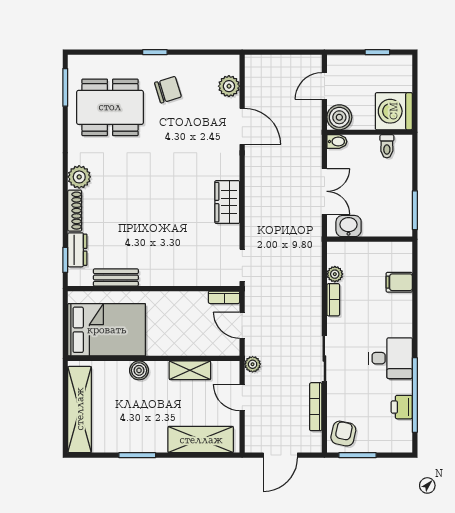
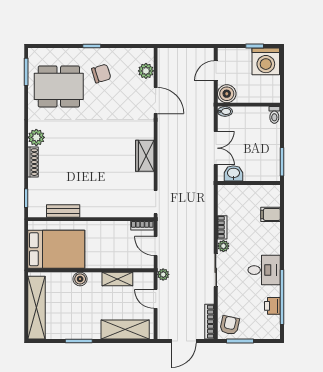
washing machine: (394, 111) -> (266, 61), moved, turned -90
toilet: (387, 146) -> (274, 115), moved
dresser: (77, 250) -> (35, 191), removed
plant: (335, 274) -> (223, 246), moved
bookcase: (316, 407) -> (209, 322), moved

